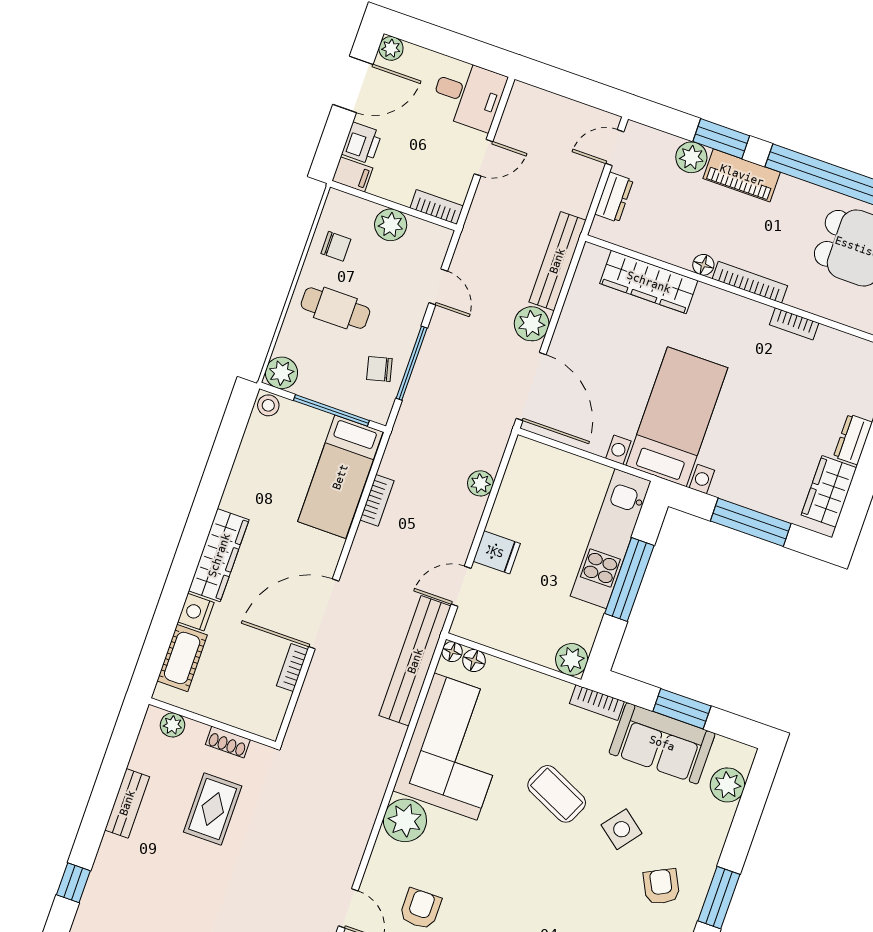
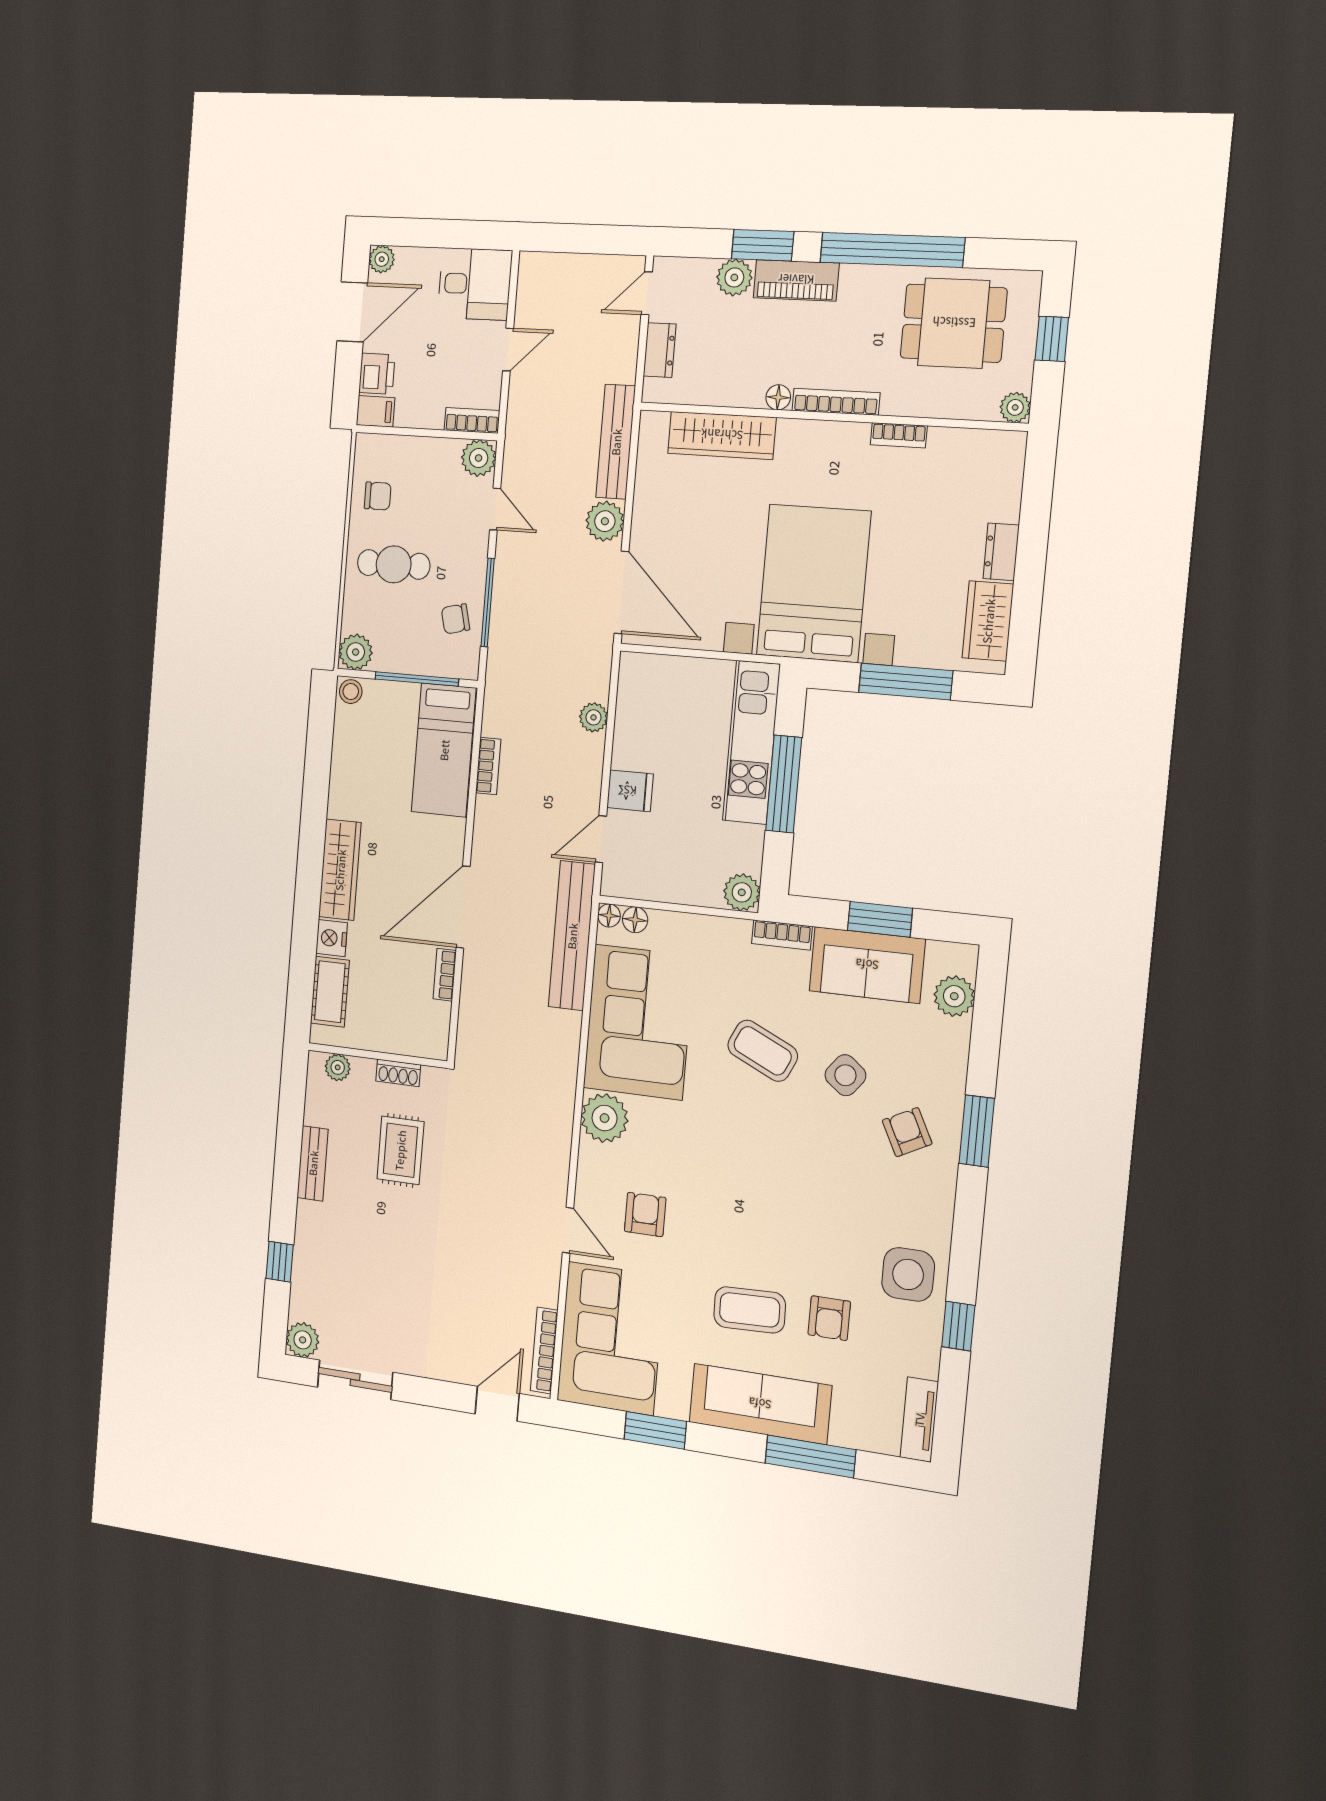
plant: (391, 225) -> (479, 458), moved
bed with nightstands: (677, 417) -> (814, 583), width x1.36

